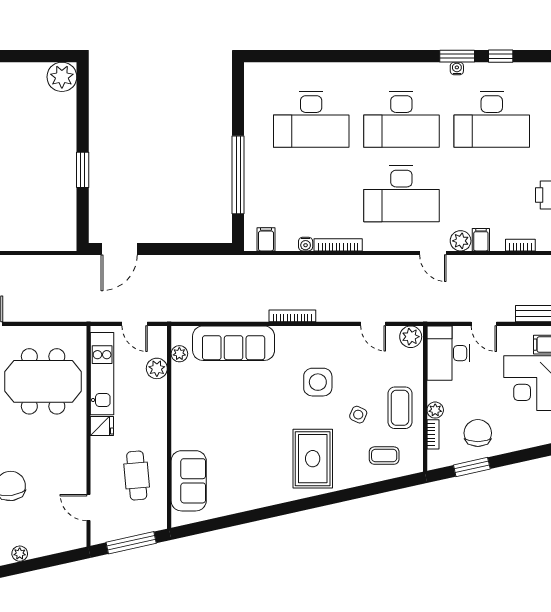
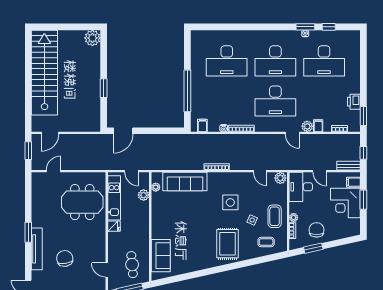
cafe table: (137, 476) -> (132, 265), moved

